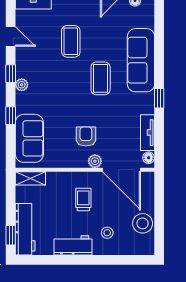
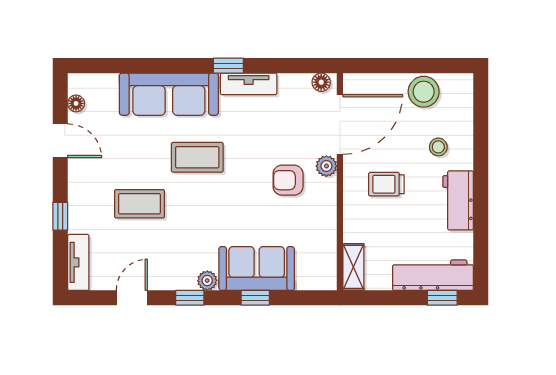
tv unit: (148, 133) -> (249, 84), moved
sofa: (29, 138) -> (257, 268), moved

